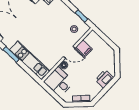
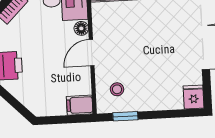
filing cabinet: (84, 48) -> (80, 105), moved

